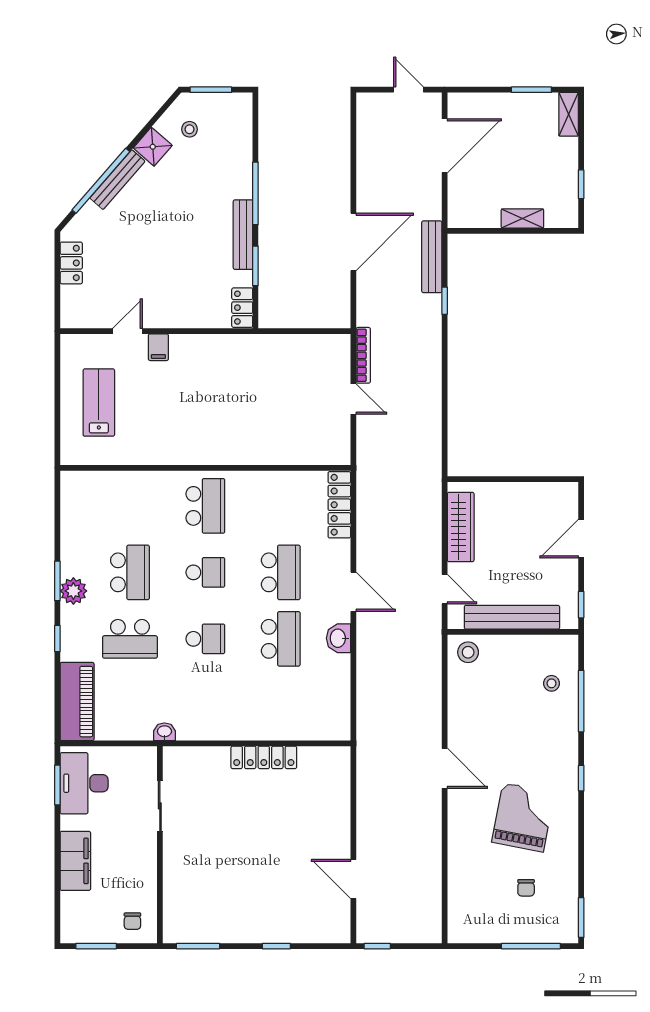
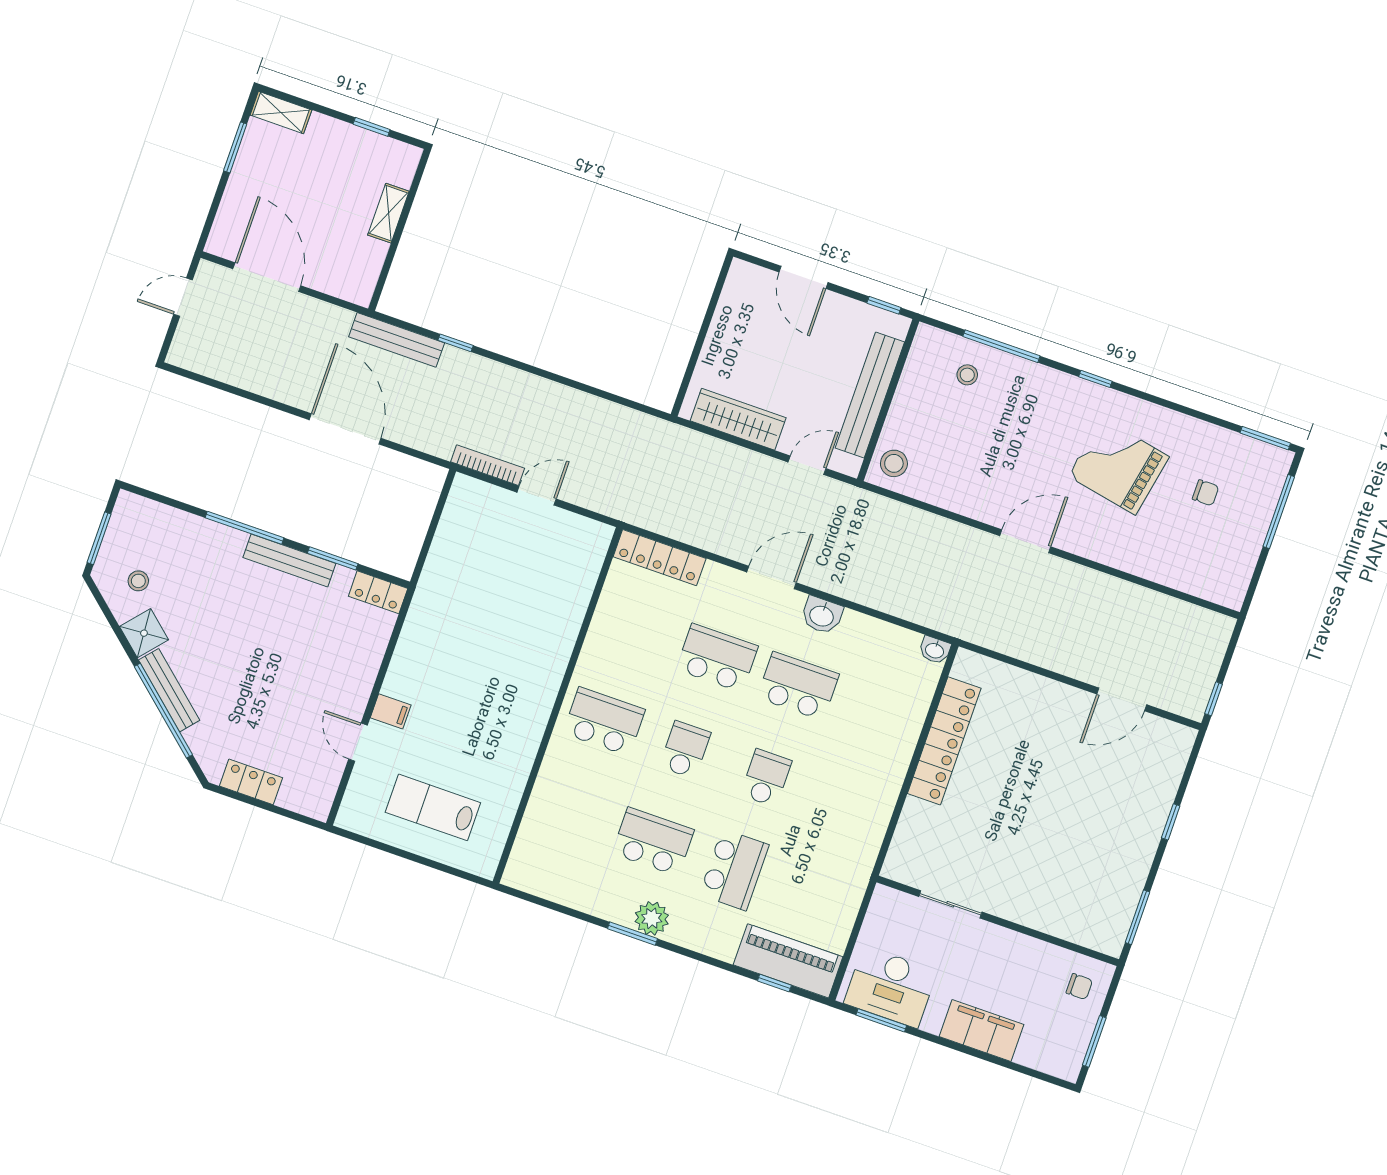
window: (57, 639) -> (774, 983), moved
washbasin: (164, 732) -> (935, 650), moved, turned -90
locker: (264, 757) -> (944, 741), width x1.41, depth x1.21

